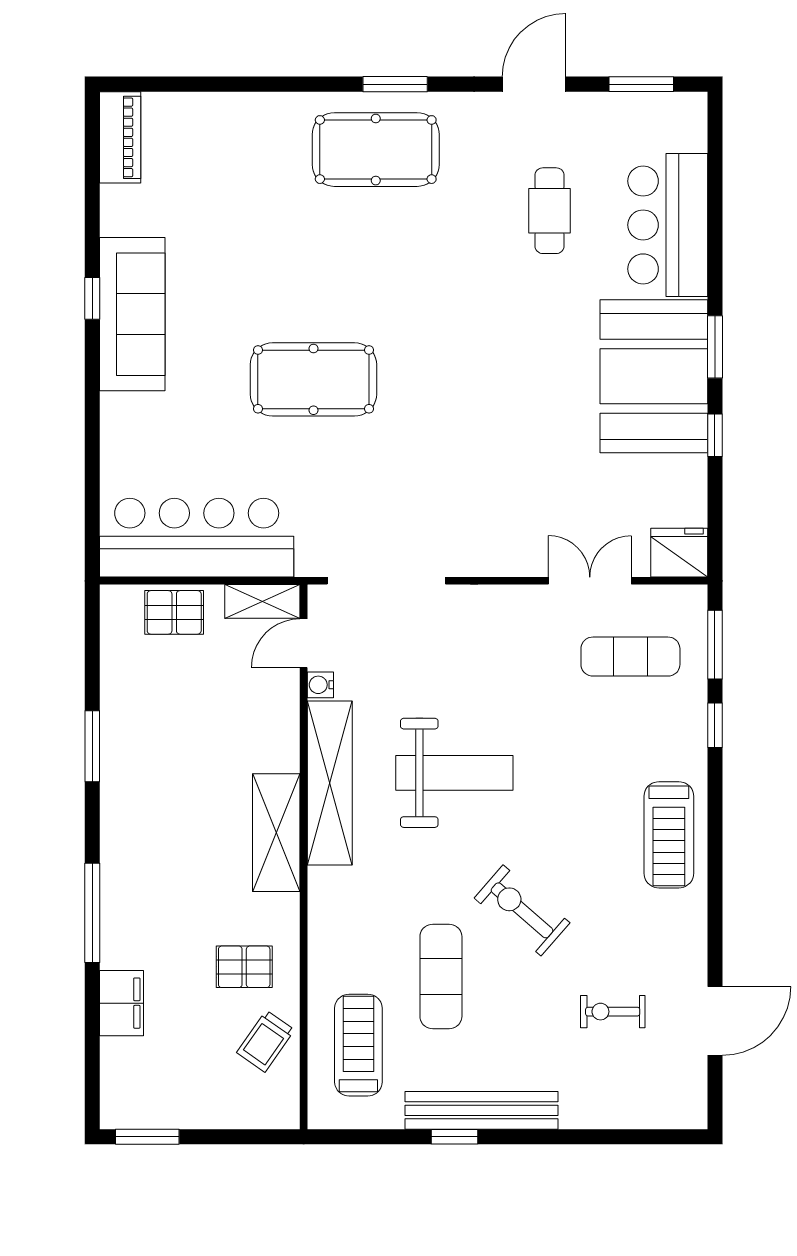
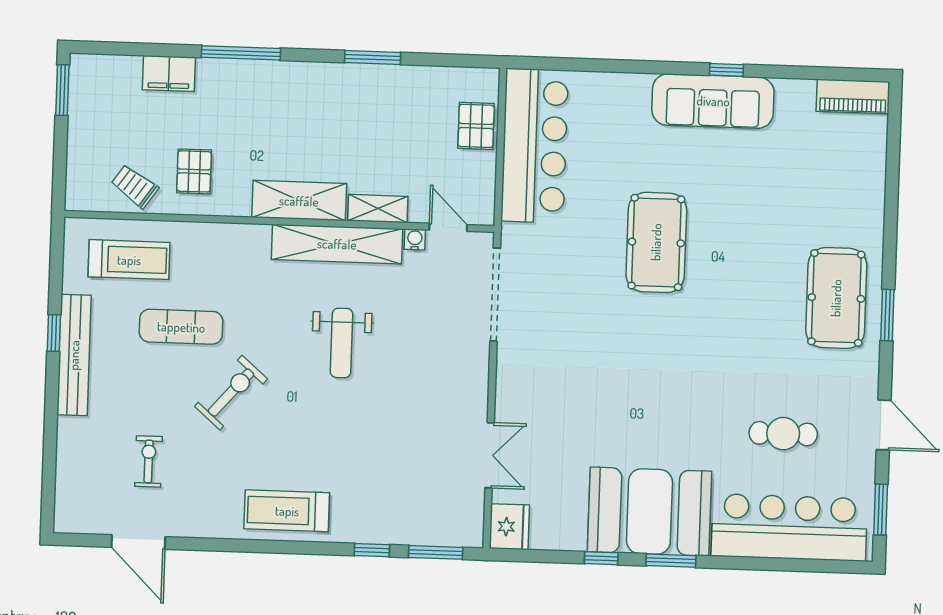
bar counter: (668, 225) -> (789, 527), width x1.36
shelving: (262, 601) -> (378, 209), moved, turned 90
exercise mat: (630, 657) -> (429, 485), removed
weight bench: (454, 773) -> (342, 343), width x0.73, depth x0.75

